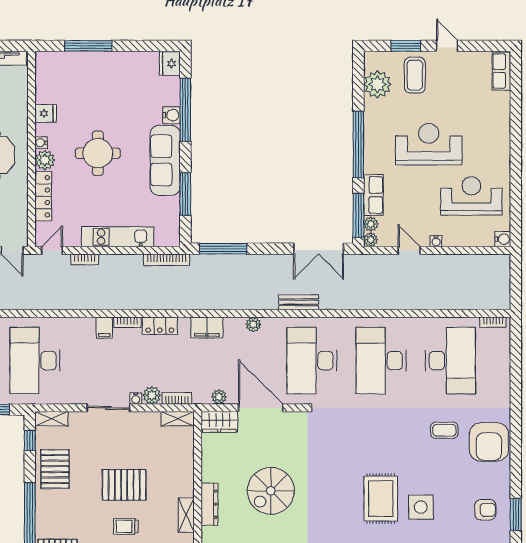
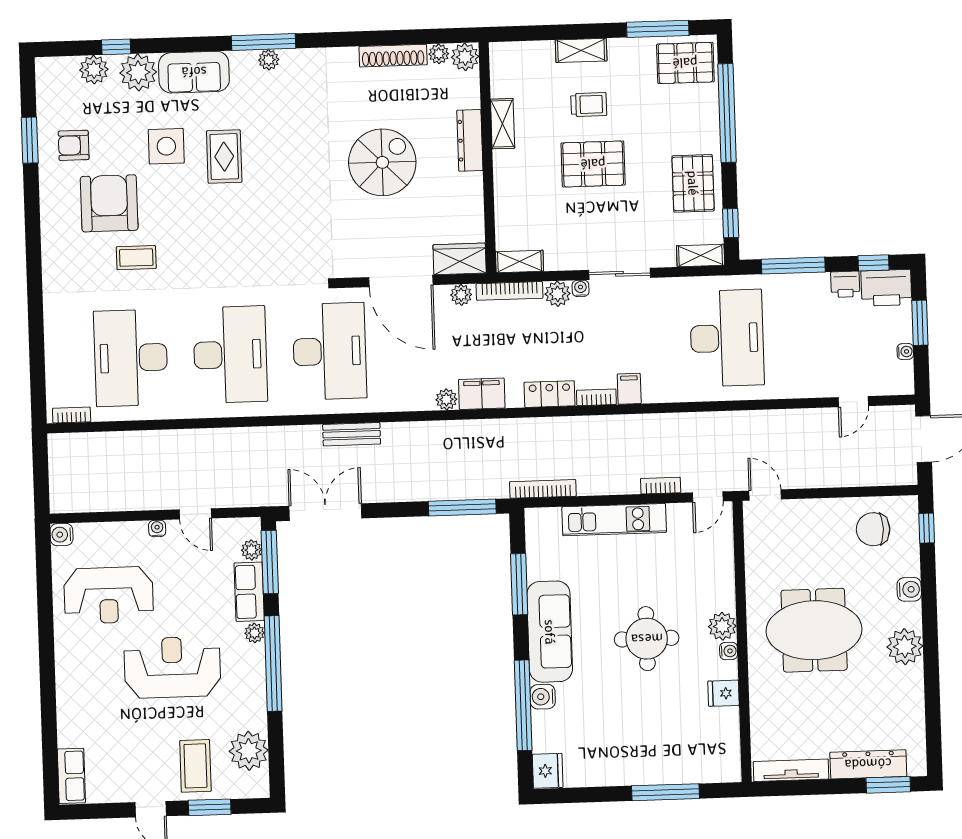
reception desk: (429, 144) -> (172, 667), turned 180
locker: (43, 196) -> (723, 574), removed
plant: (371, 240) -> (255, 633), moved
plant: (253, 324) -> (446, 399), moved
bookcase: (177, 398) -> (510, 291), width x1.56
armchair: (489, 442) -> (109, 203), moved
rug: (381, 499) -> (224, 157), width x0.73, depth x0.70

